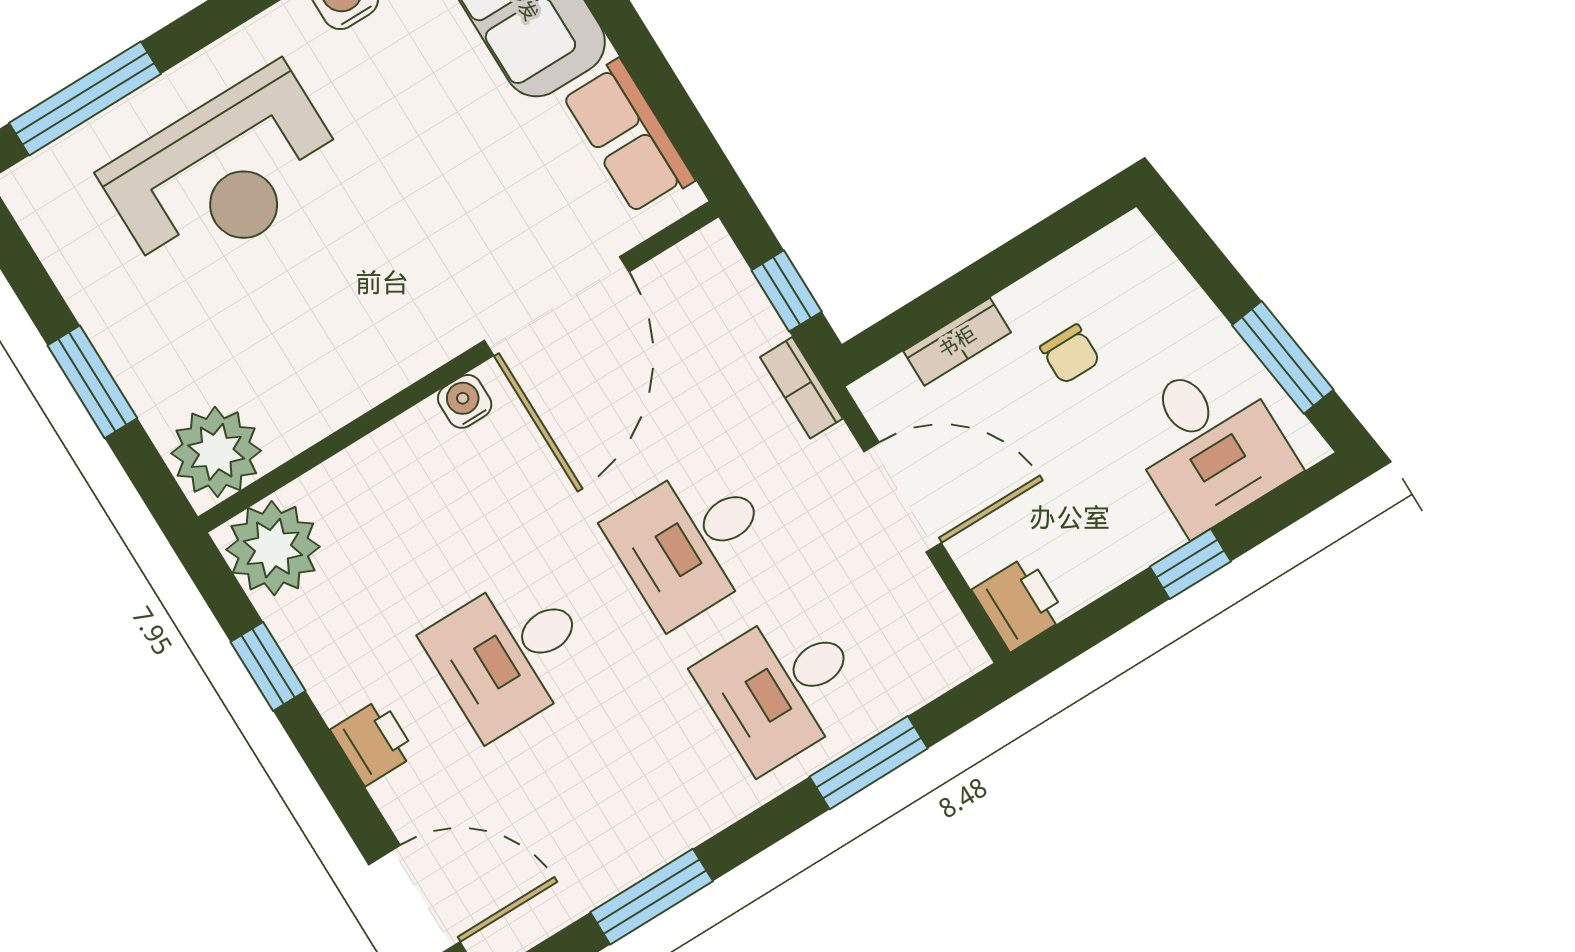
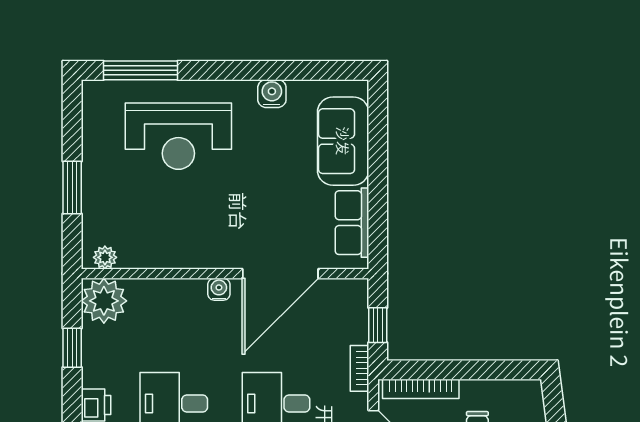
bookcase: (957, 342) -> (421, 389), width x1.56
plant: (216, 452) -> (105, 257), width x0.53, depth x0.53

